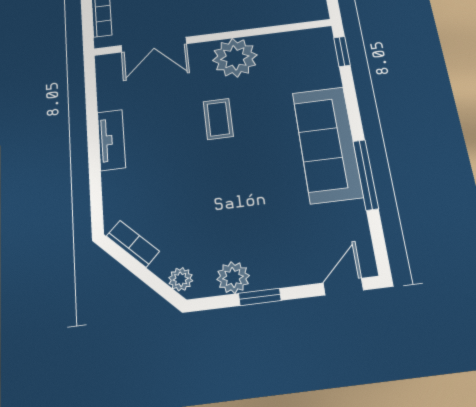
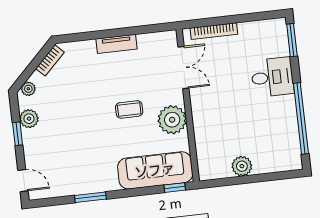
double door: (154, 45) -> (183, 67), swing flipped
sofa: (327, 144) -> (155, 170), moved
window: (366, 175) -> (90, 197), width x0.69

